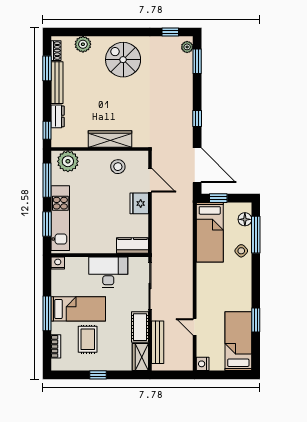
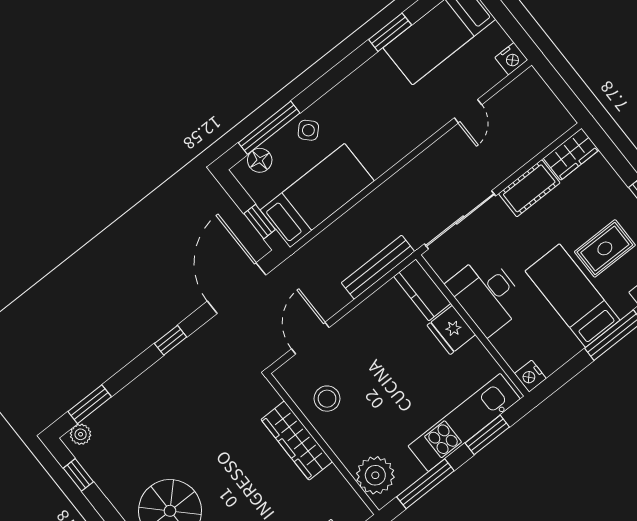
fridge: (139, 203) -> (451, 330), moved, turned 90
bench: (158, 342) -> (378, 267), moved

